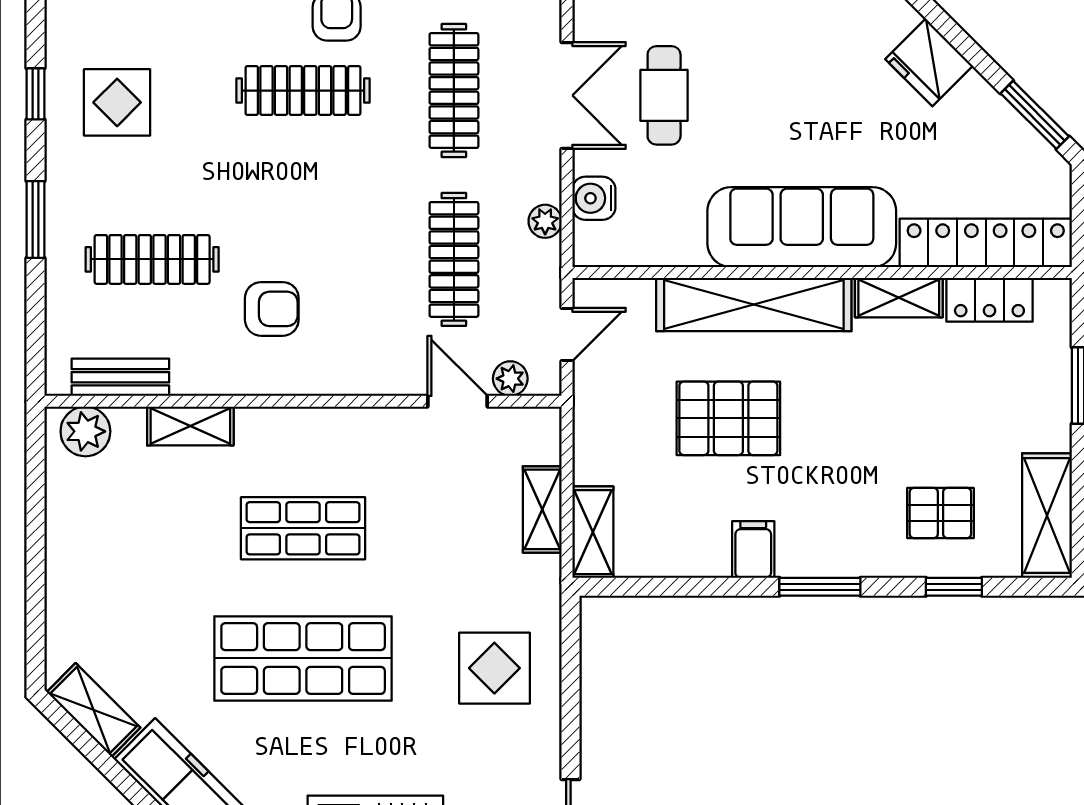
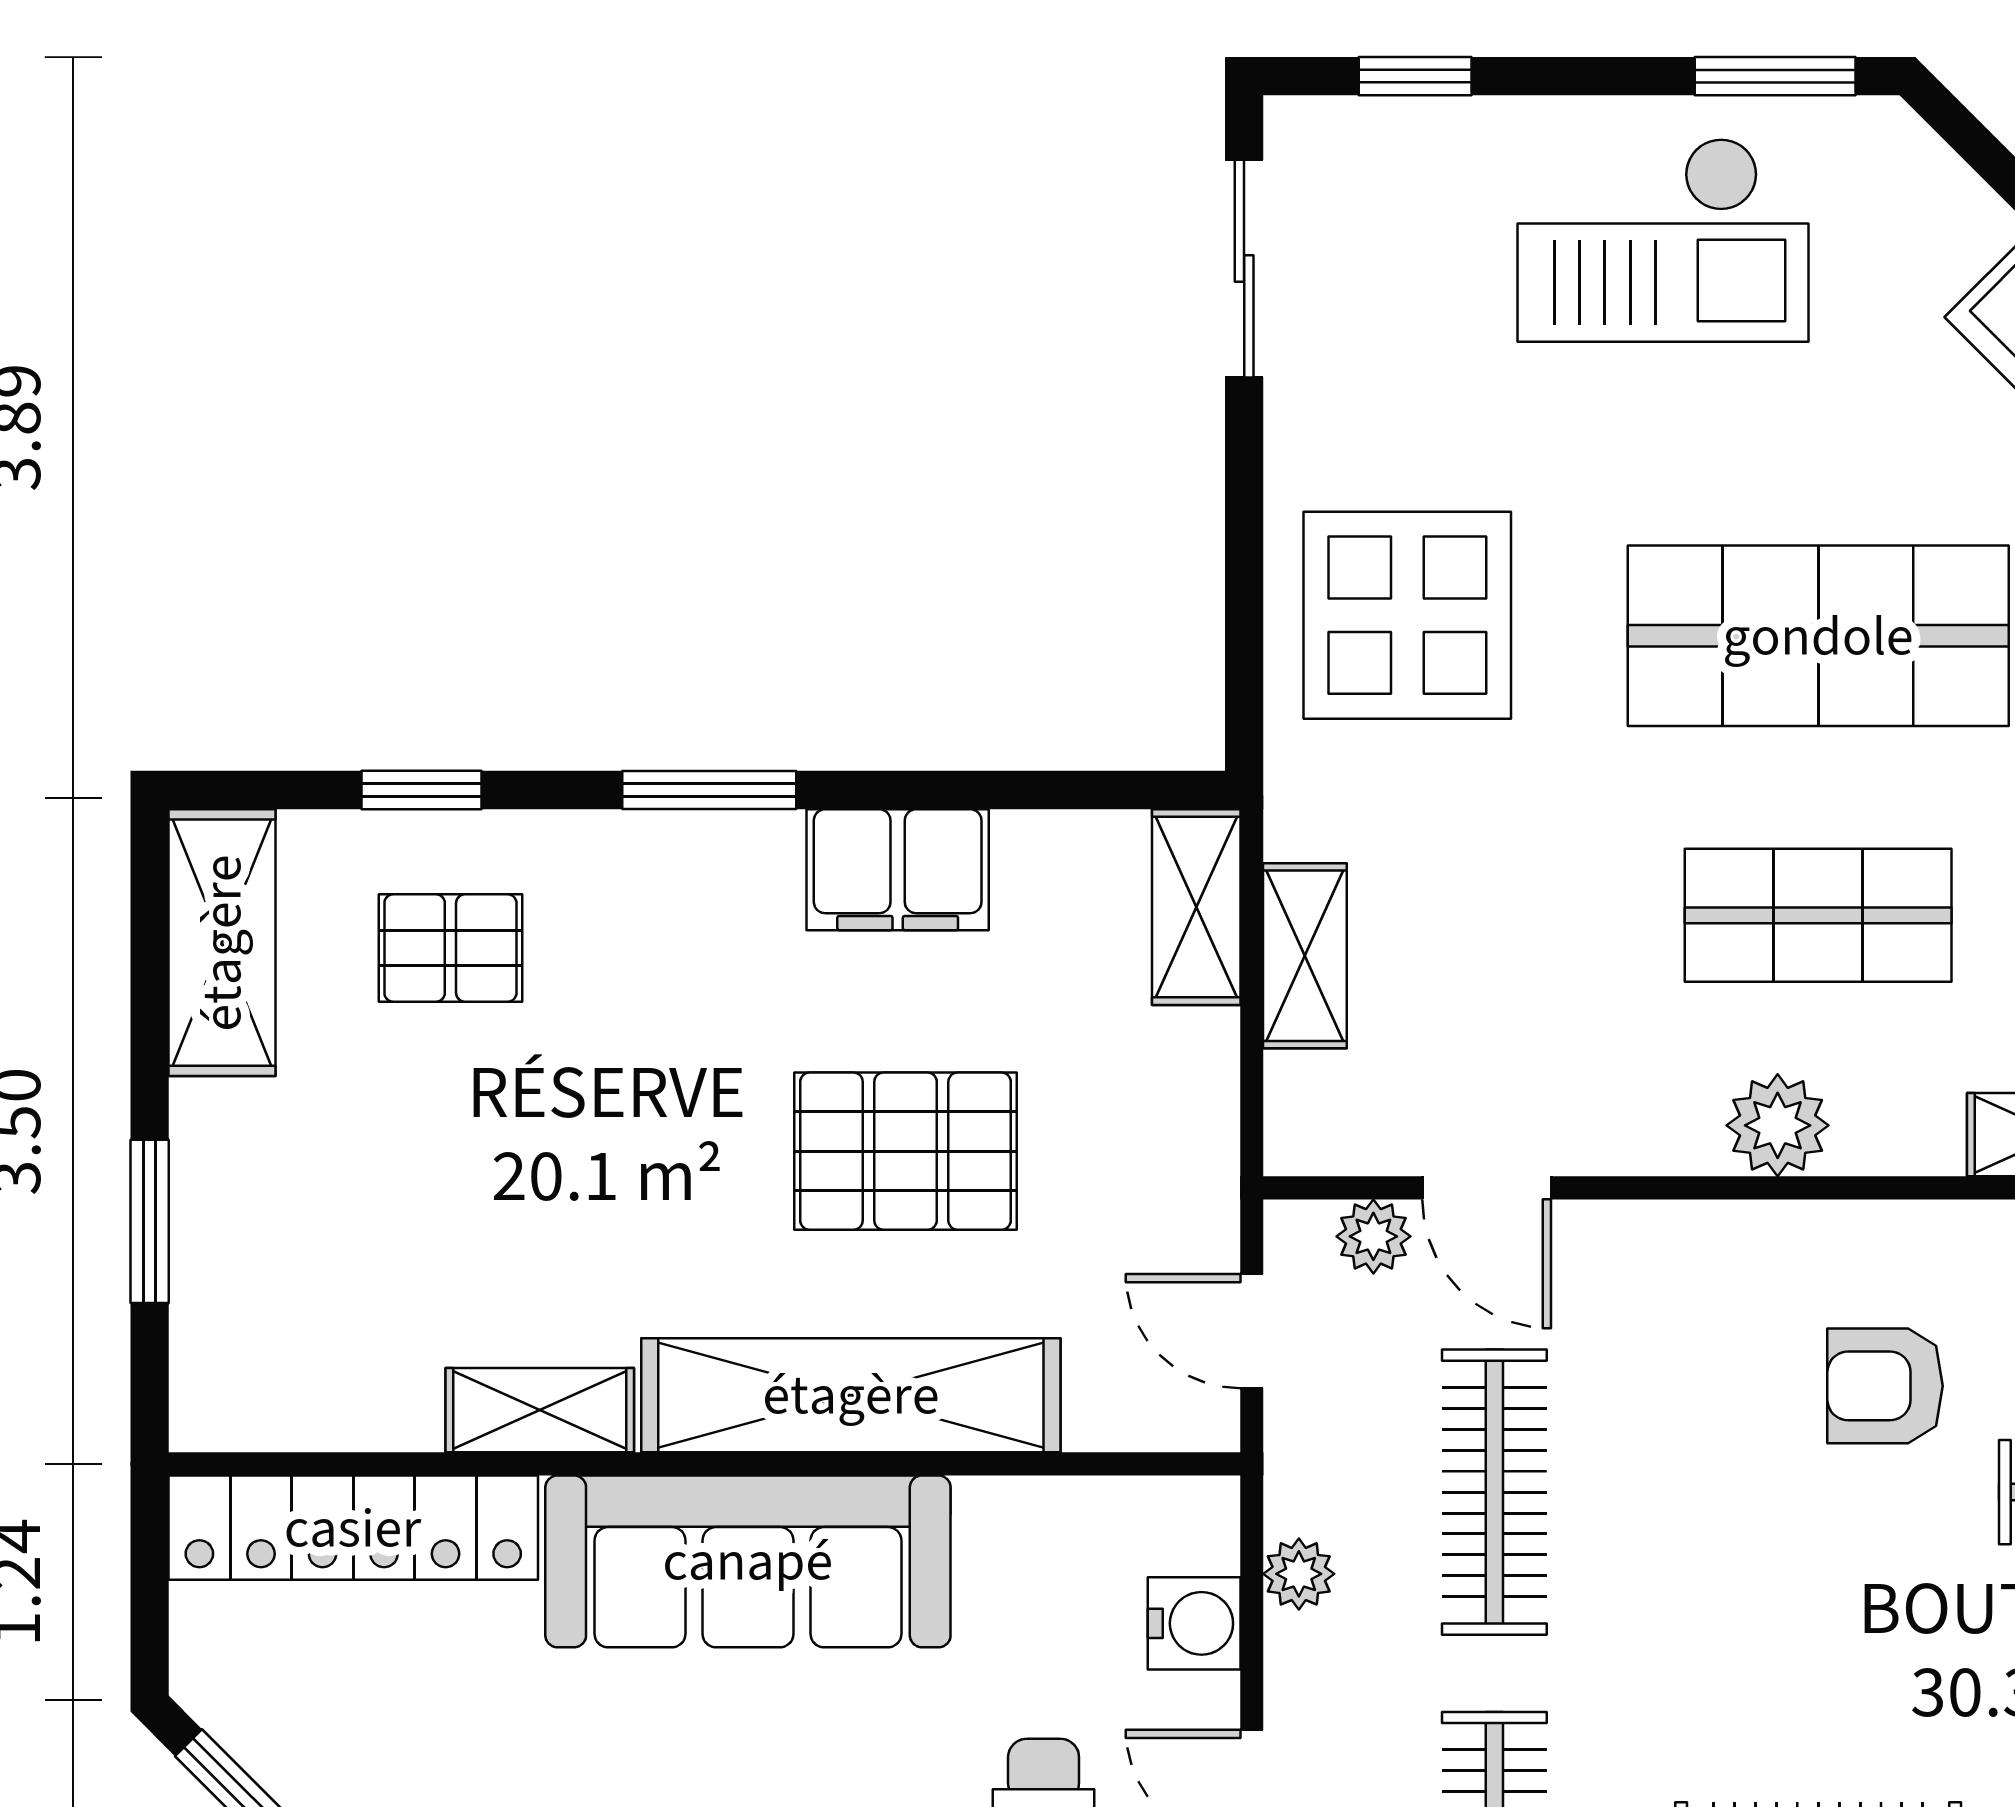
locker: (989, 300) -> (345, 1406), removed
door: (567, 334) -> (1252, 1331), hinge flipped
plant: (322, 430) -> (1778, 1125), added
filing cabinet: (753, 549) -> (898, 870), width x2.00
display table: (494, 668) -> (1407, 615), width x1.36, depth x1.36

